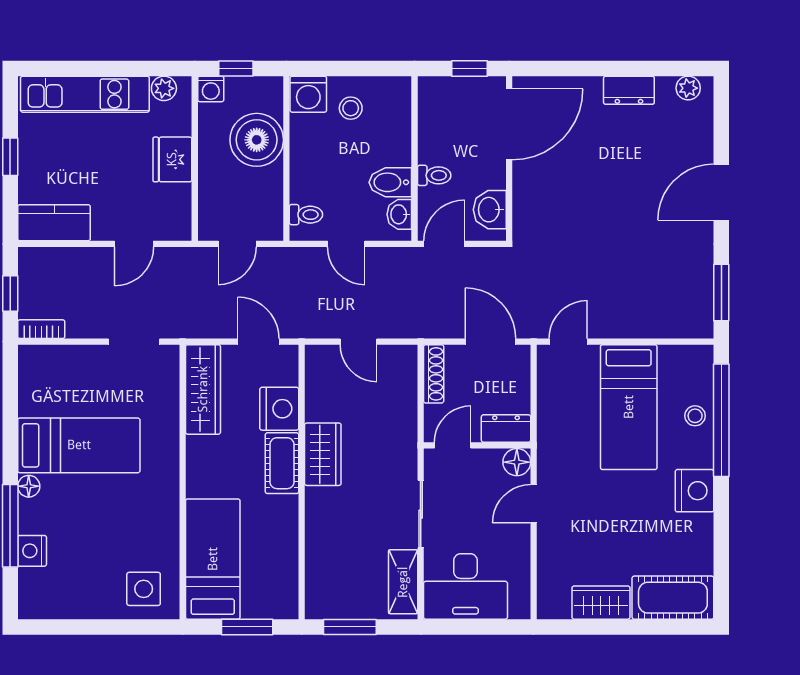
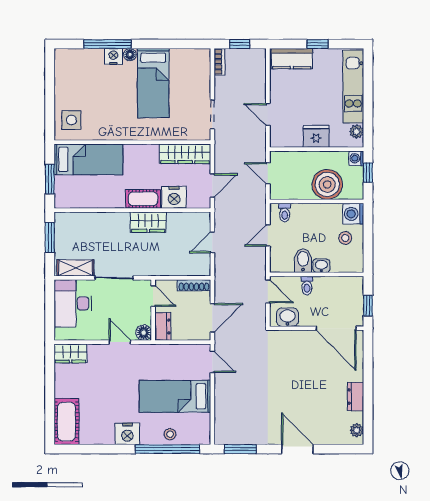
washbasin: (399, 214) -> (321, 266), moved
kitchen counter: (54, 223) -> (292, 59), moved, turned 90
nightstand: (32, 551) -> (113, 56), moved
wardrobe: (601, 603) -> (71, 353), moved, turned 90

